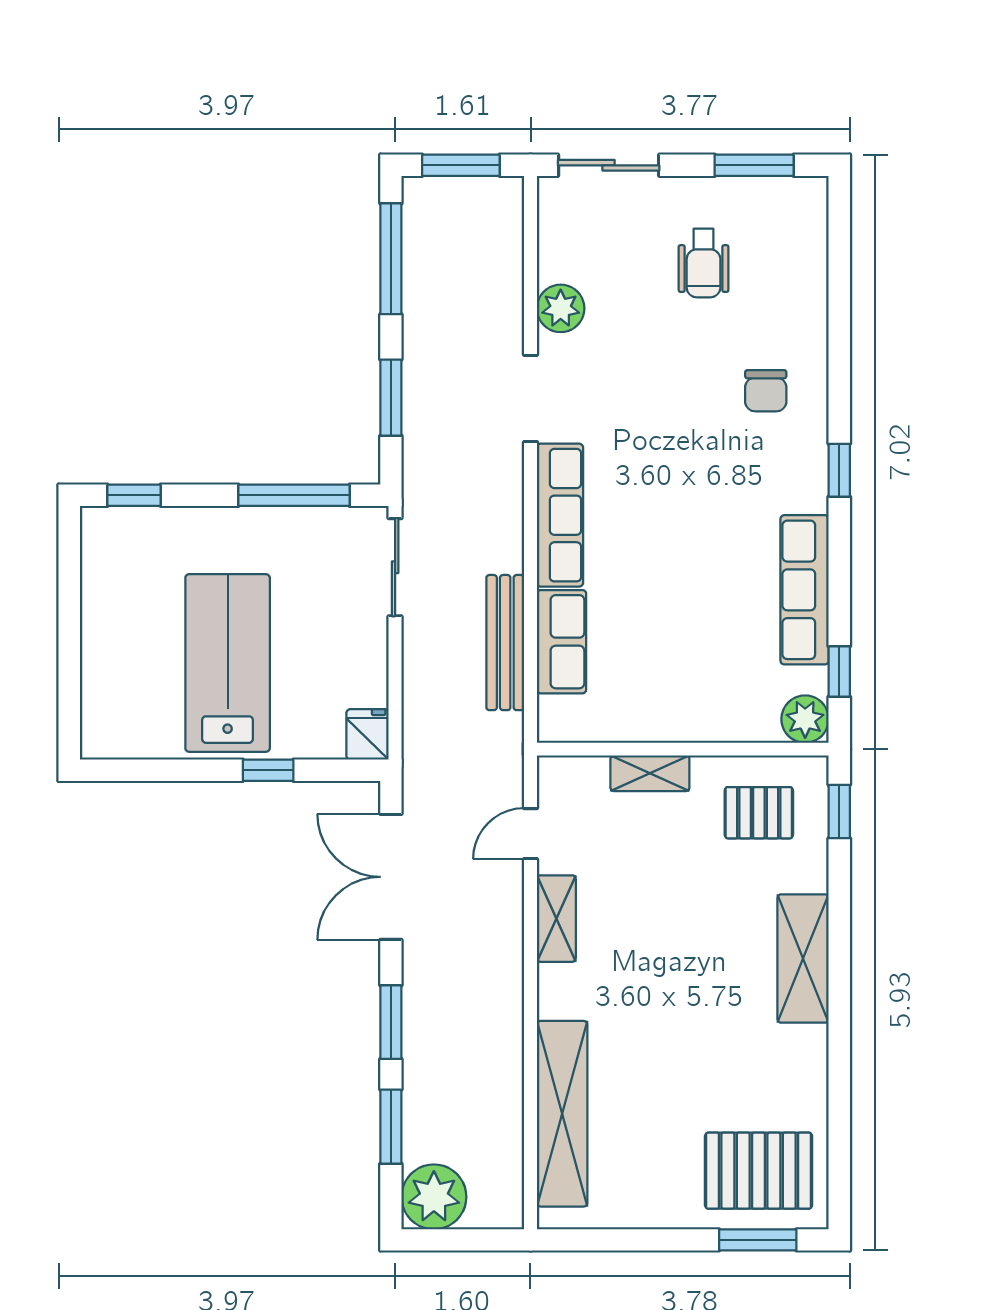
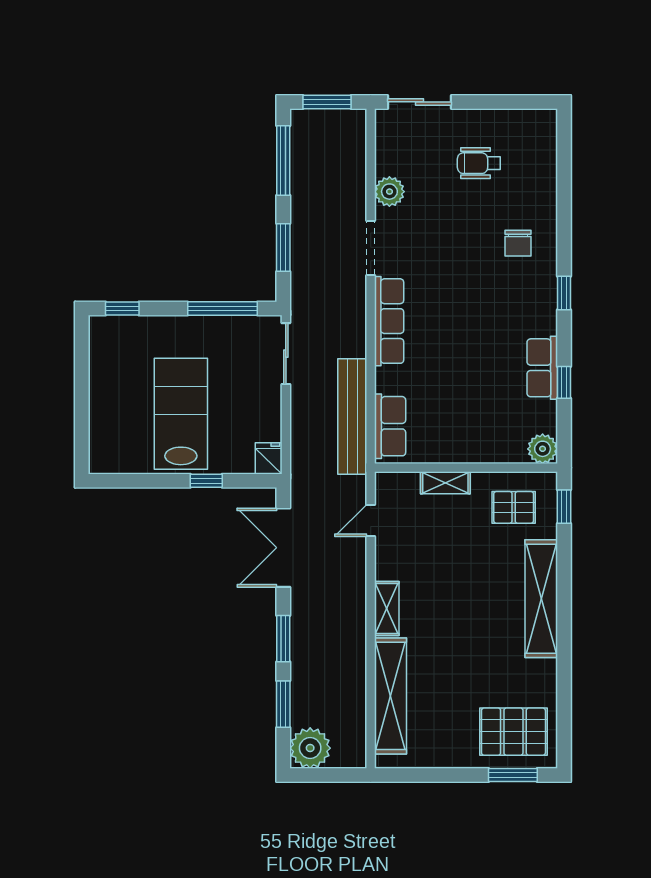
window: (754, 165) -> (511, 102), removed
wheelchair: (704, 263) -> (479, 163), turned 90
row of seats: (805, 590) -> (542, 368), width x0.68
row of seats: (562, 642) -> (390, 426), moved
bench: (505, 643) -> (352, 416), width x1.37, depth x1.21
window: (839, 672) -> (564, 382), moved
shelving: (556, 919) -> (387, 609), moved
shelving: (803, 959) -> (541, 599), width x1.47

